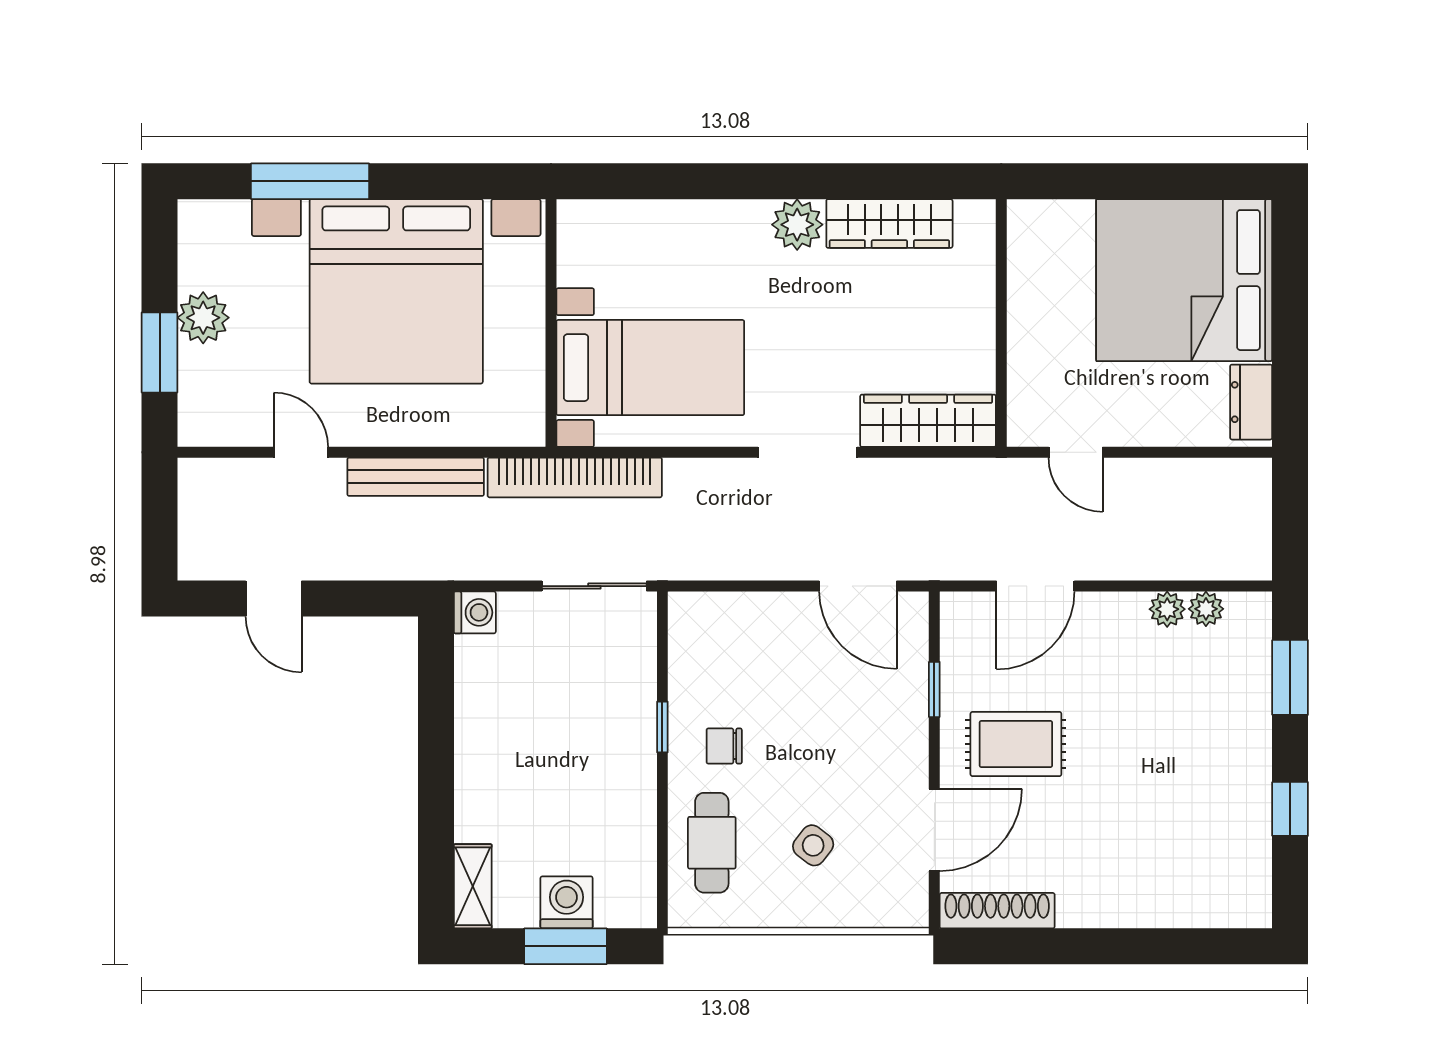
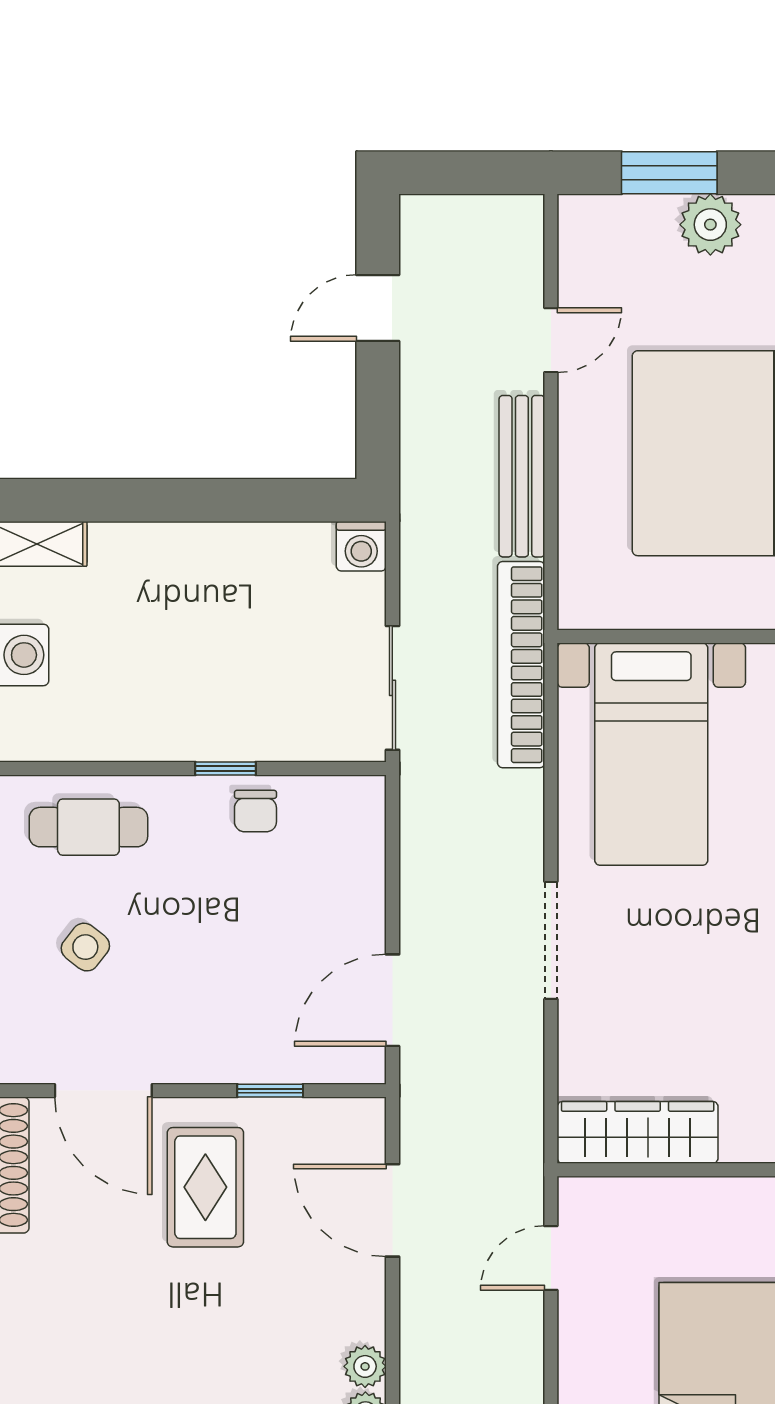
wardrobe: (928, 421) -> (638, 1132), moved, turned -90
chair: (724, 746) -> (255, 811), moved, turned 180

